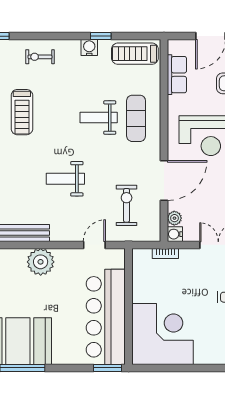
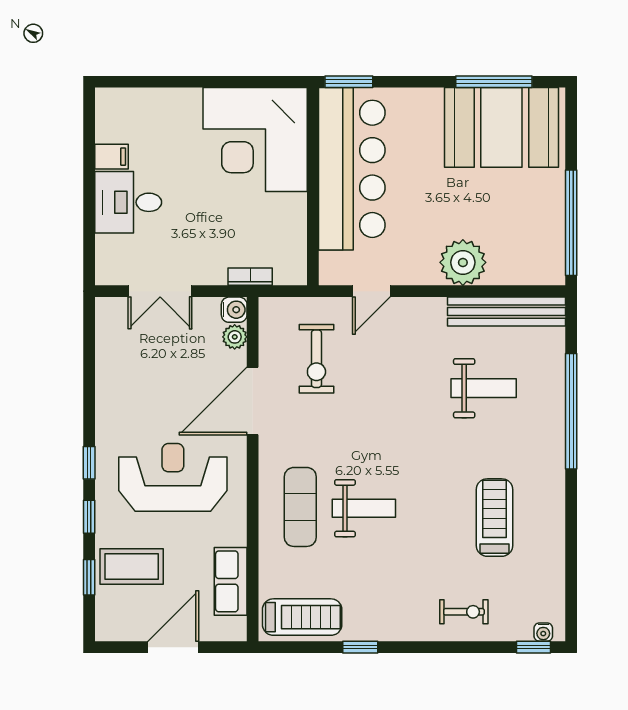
water cooler: (89, 48) -> (380, 627), removed
weight bench: (65, 179) -> (484, 388), moved

